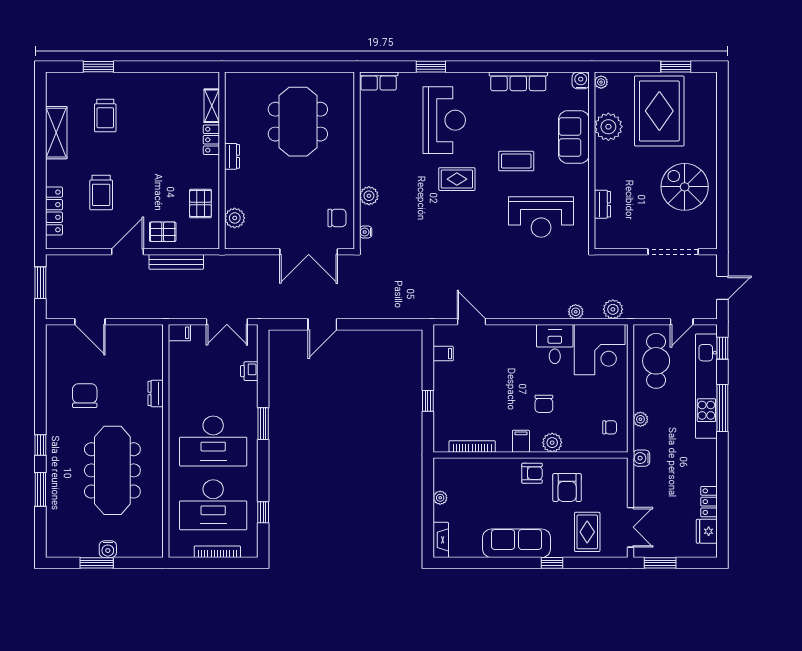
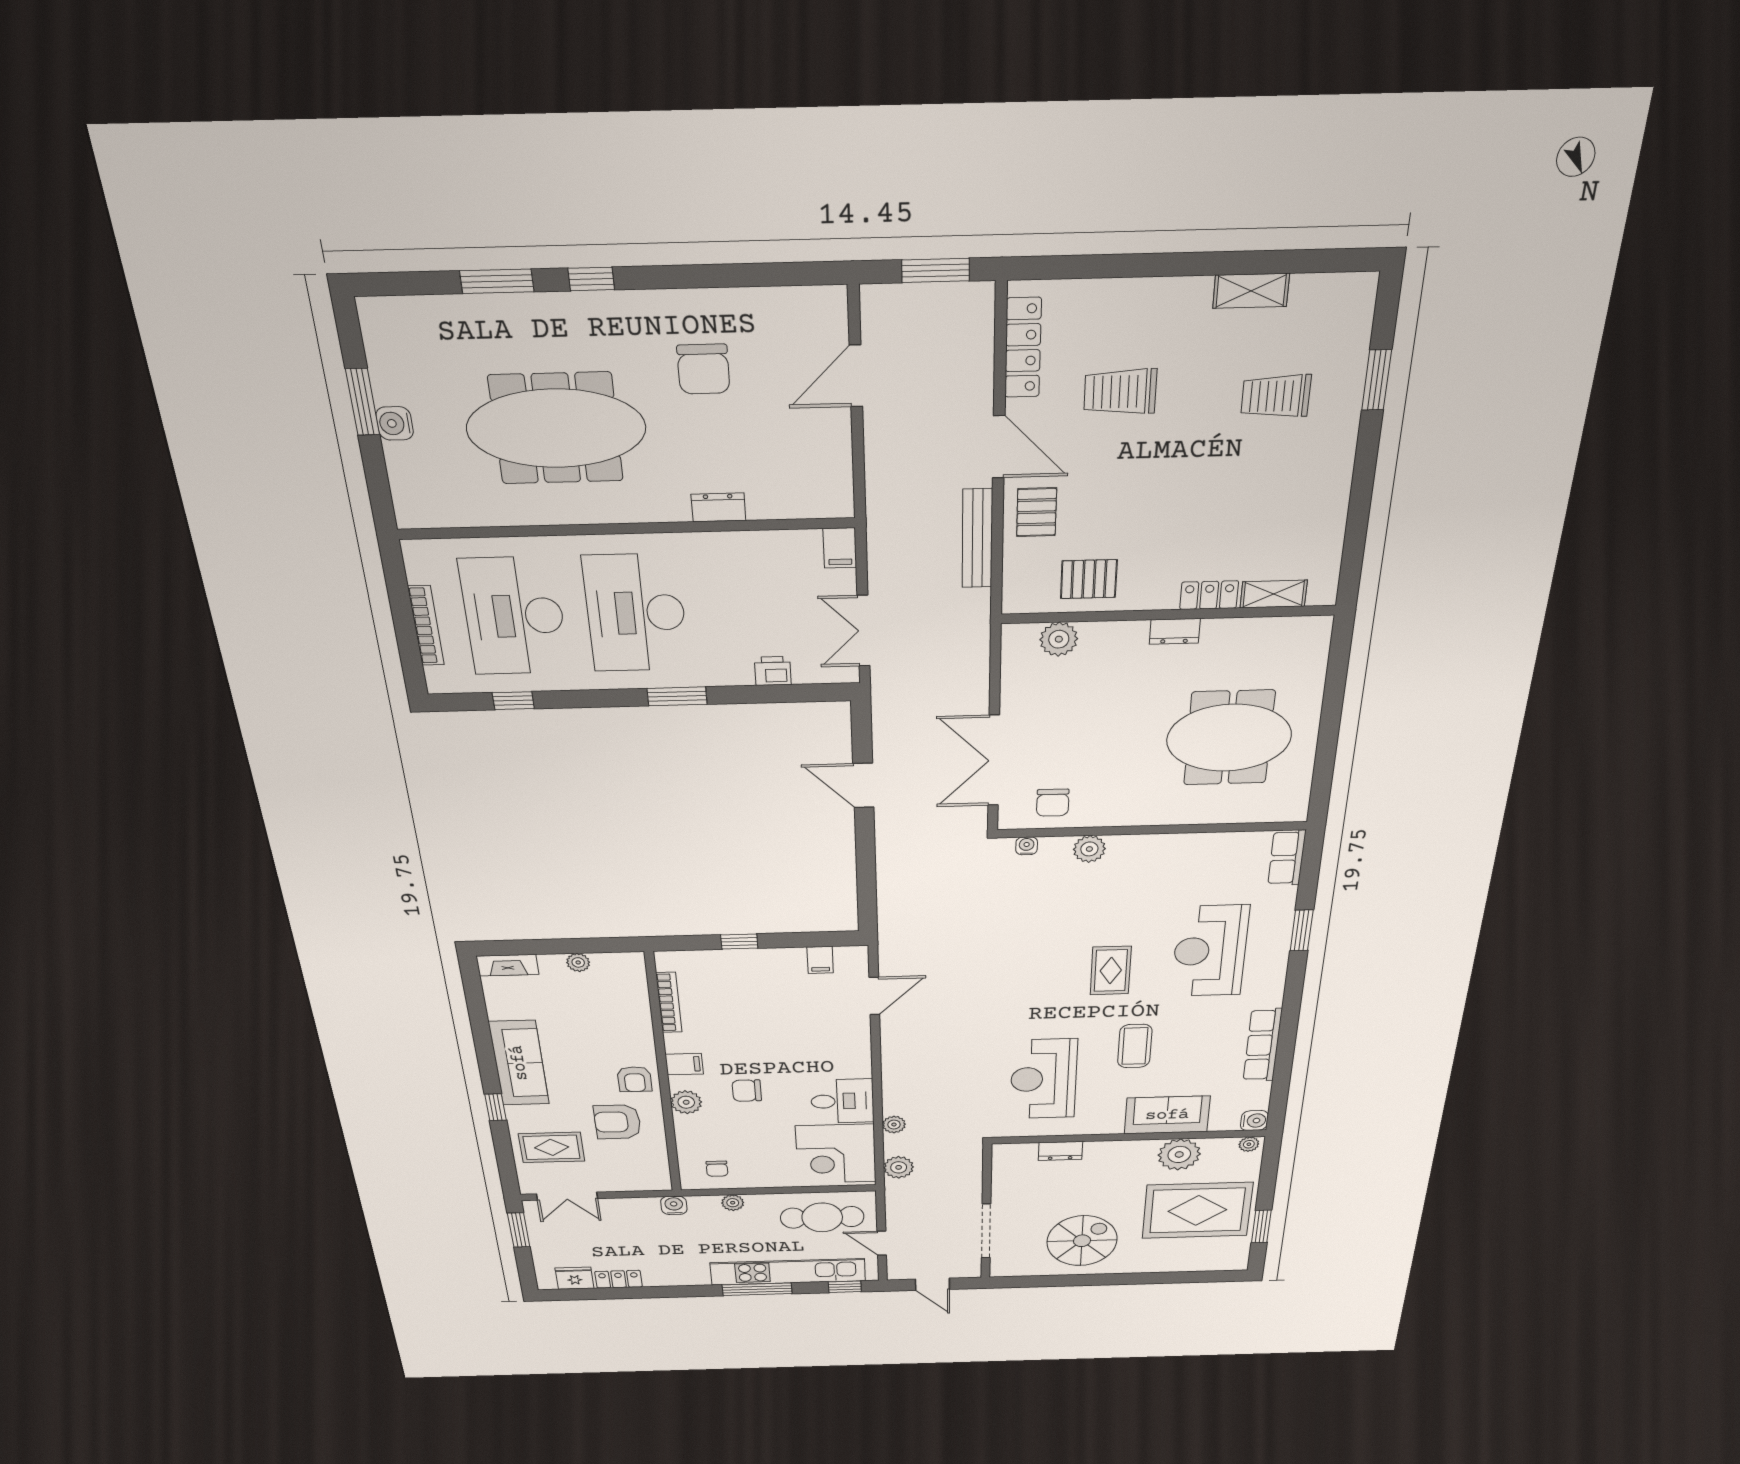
reception desk: (444, 120) -> (1210, 951), turned 90
shelving: (56, 133) -> (1251, 291), width x0.67, depth x0.75
locker: (54, 211) -> (1023, 348), moved, turned -90
chair: (85, 396) -> (703, 369), turned 90

